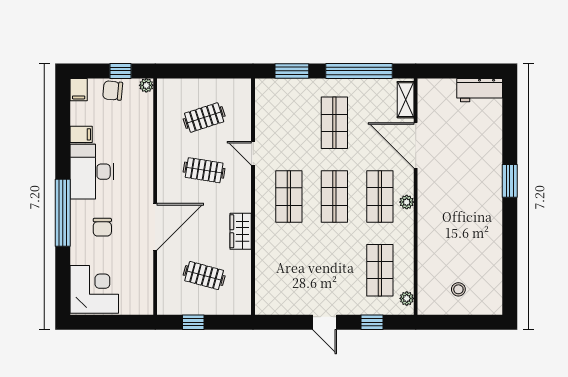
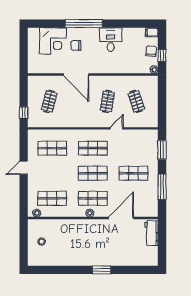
window: (359, 71) -> (162, 187), width x0.68
workbench: (480, 90) -> (151, 233), moved
shelving: (406, 100) -> (146, 212), removed
filing cabinet: (81, 134) -> (127, 34), removed
desk: (92, 172) -> (111, 40), width x0.73
wardrobe: (241, 231) -> (74, 122), removed
shop shelf: (289, 270) -> (52, 148), added
corner desk: (94, 289) -> (53, 41), moved
window: (193, 322) -> (24, 113), moved
window: (372, 322) -> (24, 194), removed

